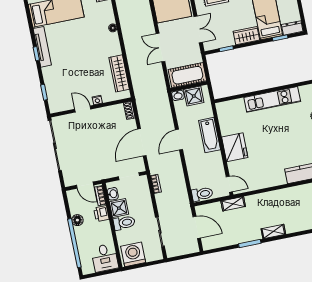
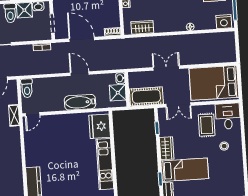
wardrobe: (119, 73) -> (142, 27), width x0.67
cot: (187, 75) -> (146, 96), moved, turned 90
fridge: (235, 147) -> (100, 126), moved, turned 90

